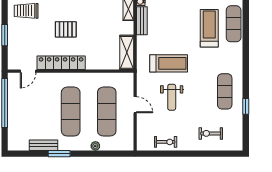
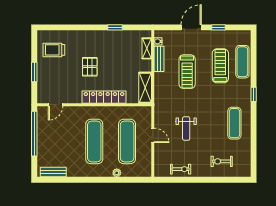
pallet: (66, 29) -> (90, 67), turned 90
locker: (61, 63) -> (104, 97), moved
treadmill: (169, 63) -> (187, 72), moved, turned 90
window: (246, 106) -> (254, 94), moved
bench: (43, 145) -> (53, 172), moved
window: (59, 154) -> (84, 180), removed

